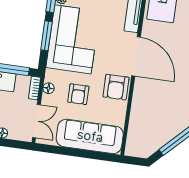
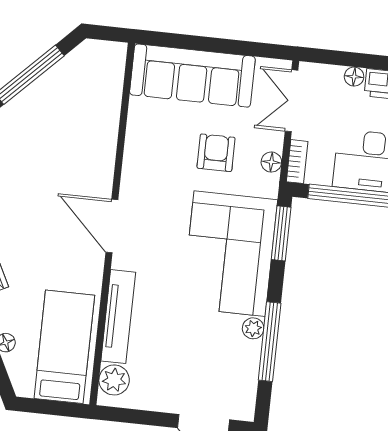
window: (46, 36) -> (281, 233), moved
door: (136, 56) -> (112, 226), width x0.73
armchair: (116, 87) -> (147, 168), removed

